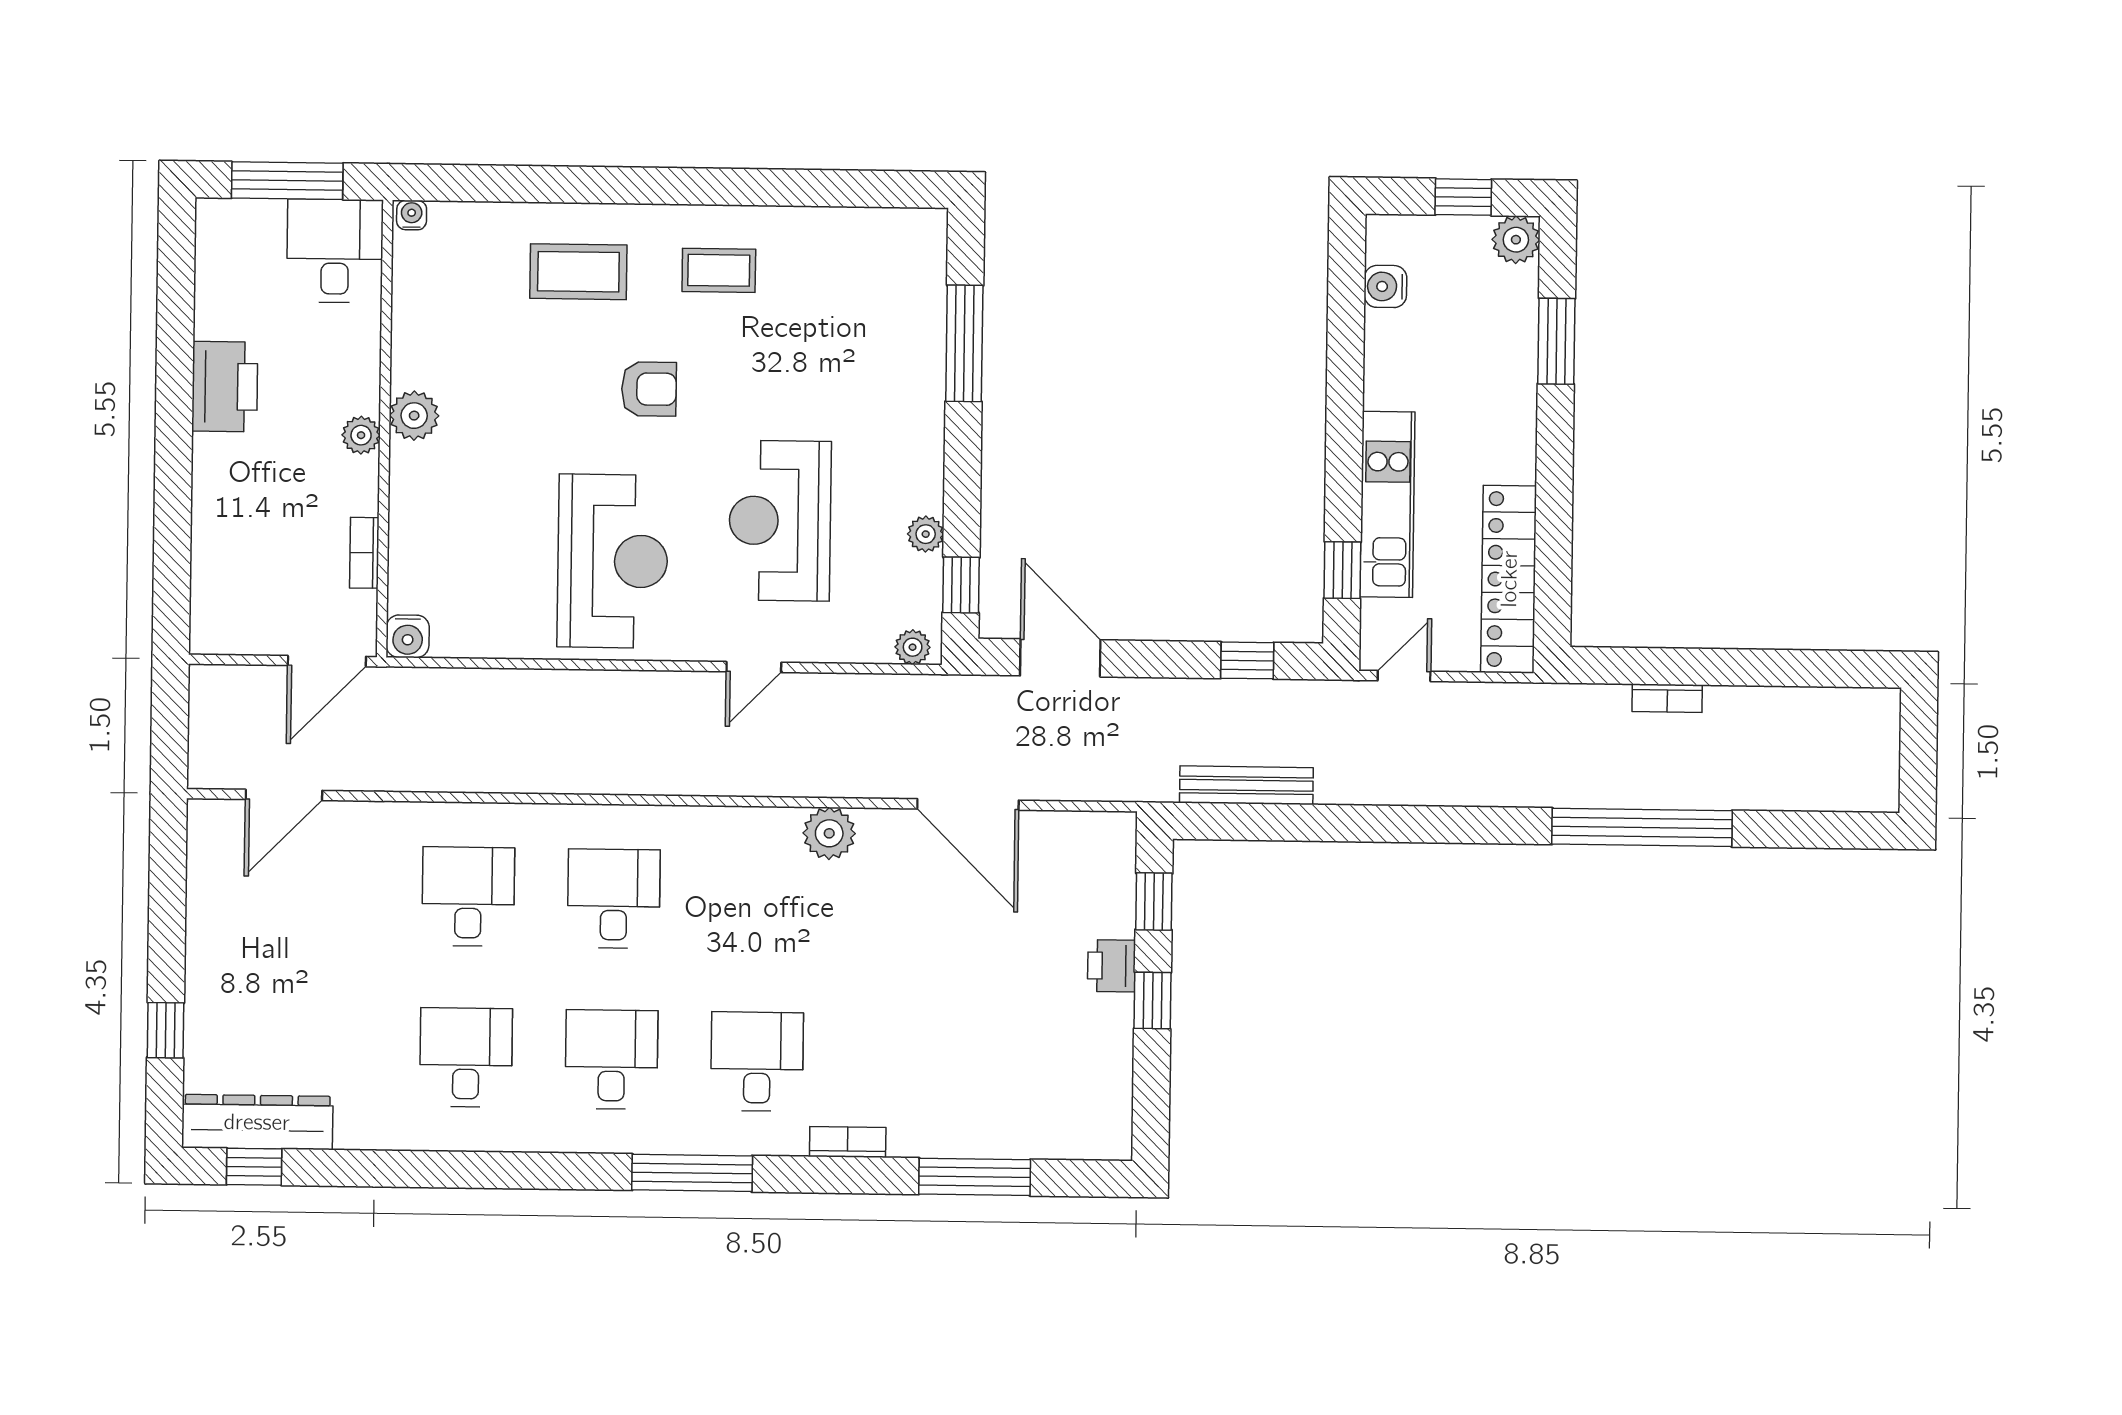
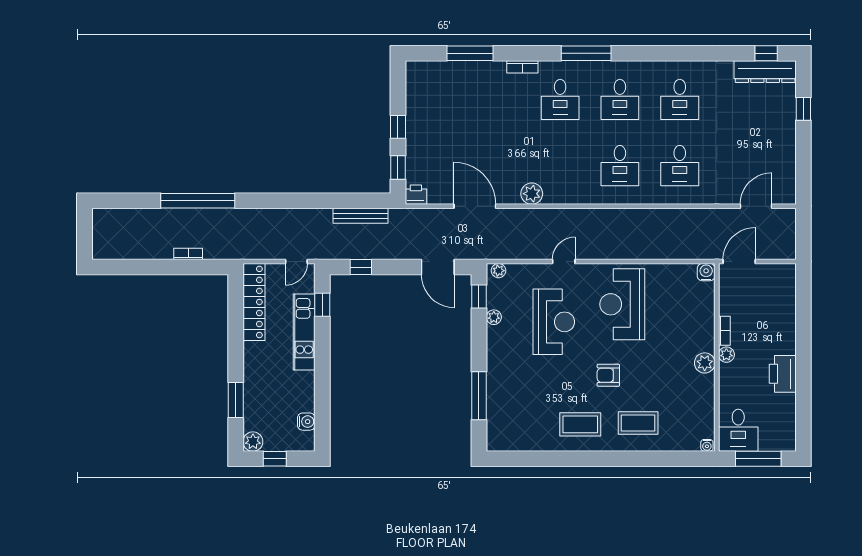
coffee table: (719, 270) -> (580, 424), width x1.36, depth x1.30
bookcase: (364, 553) -> (724, 331), moved
printer: (1111, 966) -> (416, 195), moved, turned -90

